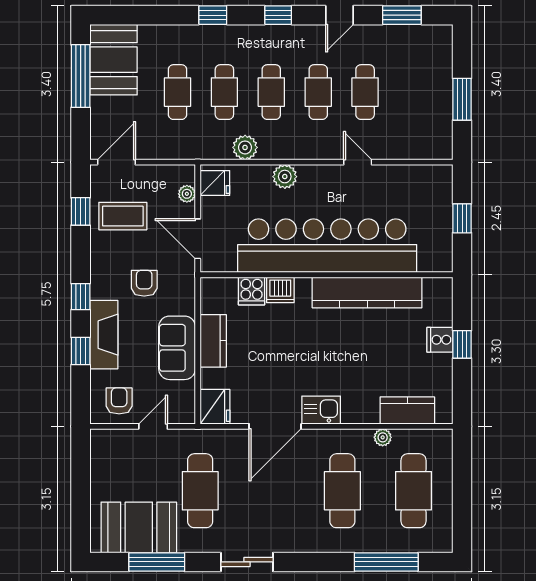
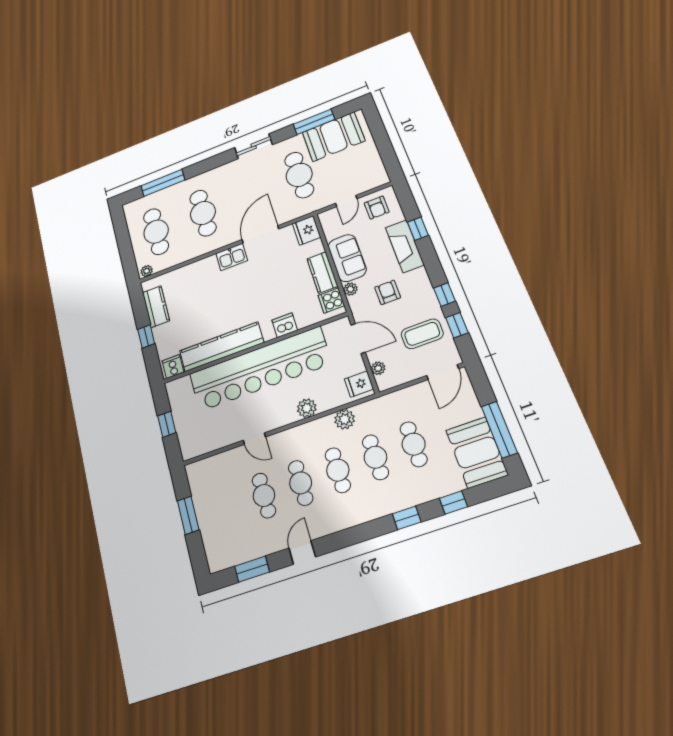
window: (278, 15) -> (453, 502), moved
armchair: (144, 283) -> (388, 292), turned 180
cooker: (252, 291) -> (331, 301), moved, turned -90
window: (81, 297) -> (444, 295), moved
plant: (186, 305) -> (350, 289), added
cooker: (440, 340) -> (173, 367), moved, turned -90
kitchen counter: (407, 410) -> (156, 307), moved, turned -90
plant: (383, 437) -> (147, 271), moved

